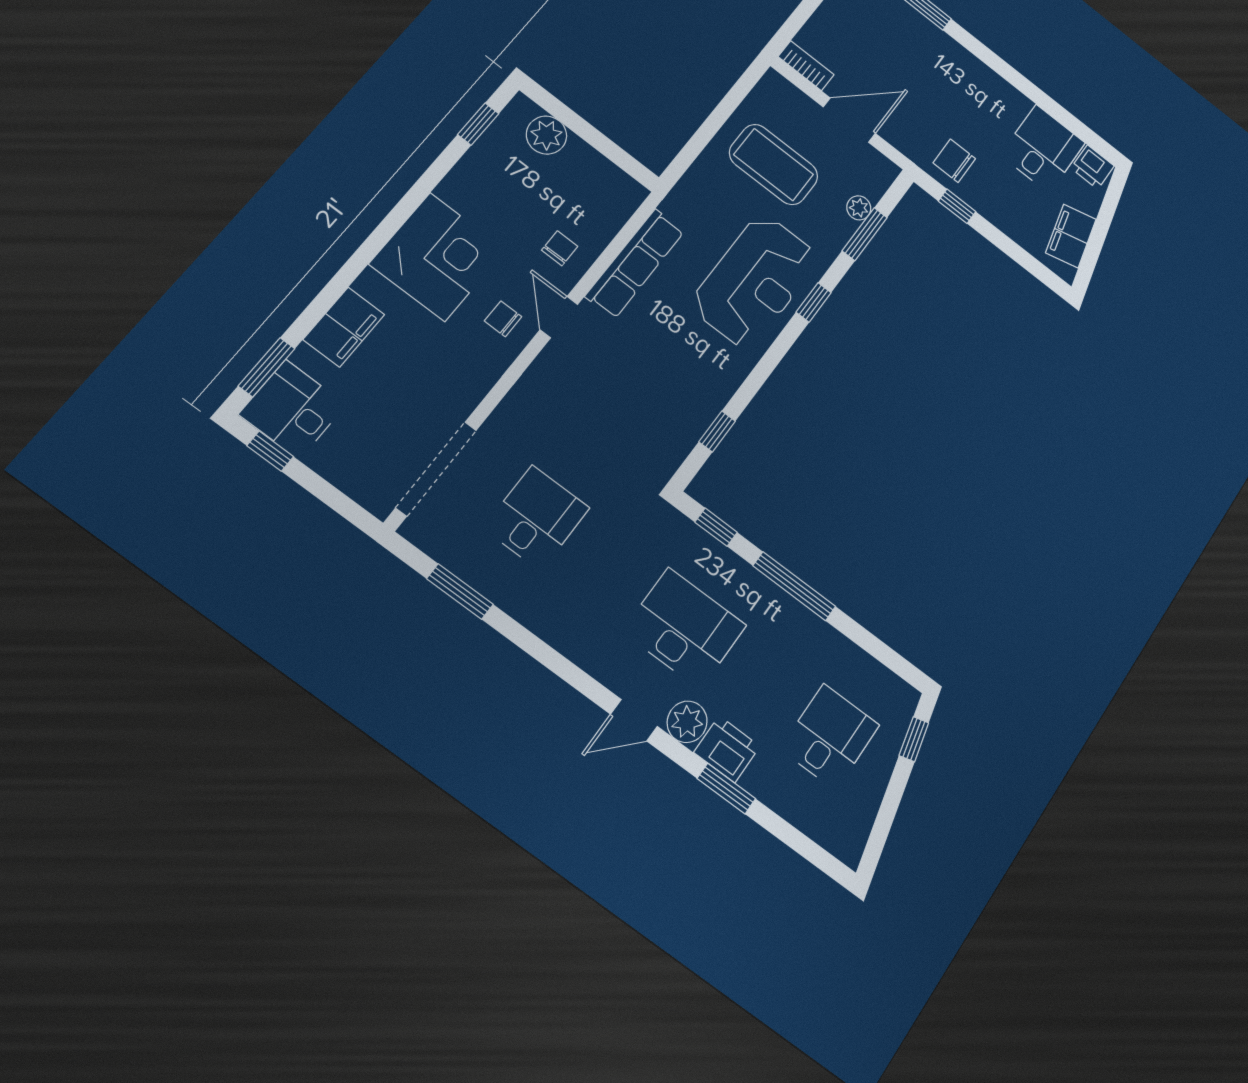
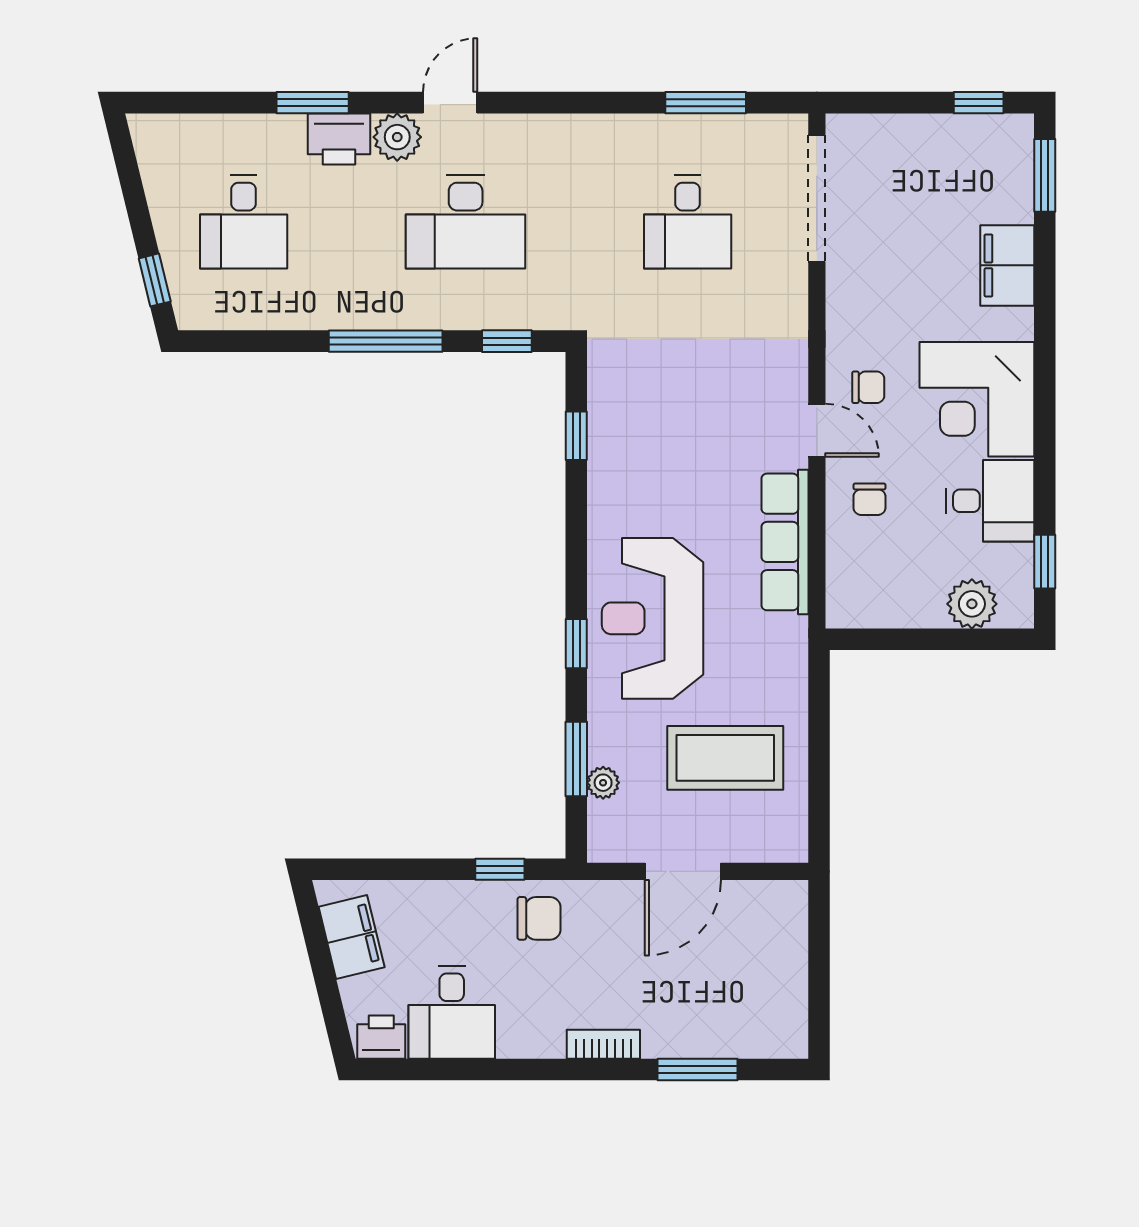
bookcase: (806, 66) -> (603, 1044), moved, turned 180
desk: (293, 409) -> (990, 501), moved

